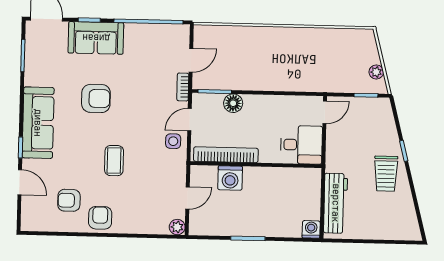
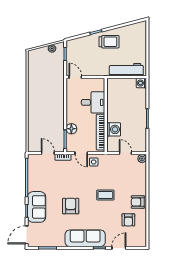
desk: (301, 145) -> (93, 102), moved, turned 90

